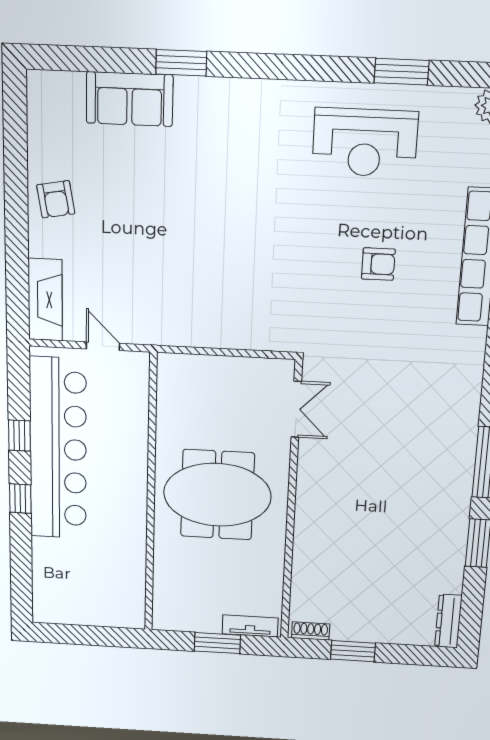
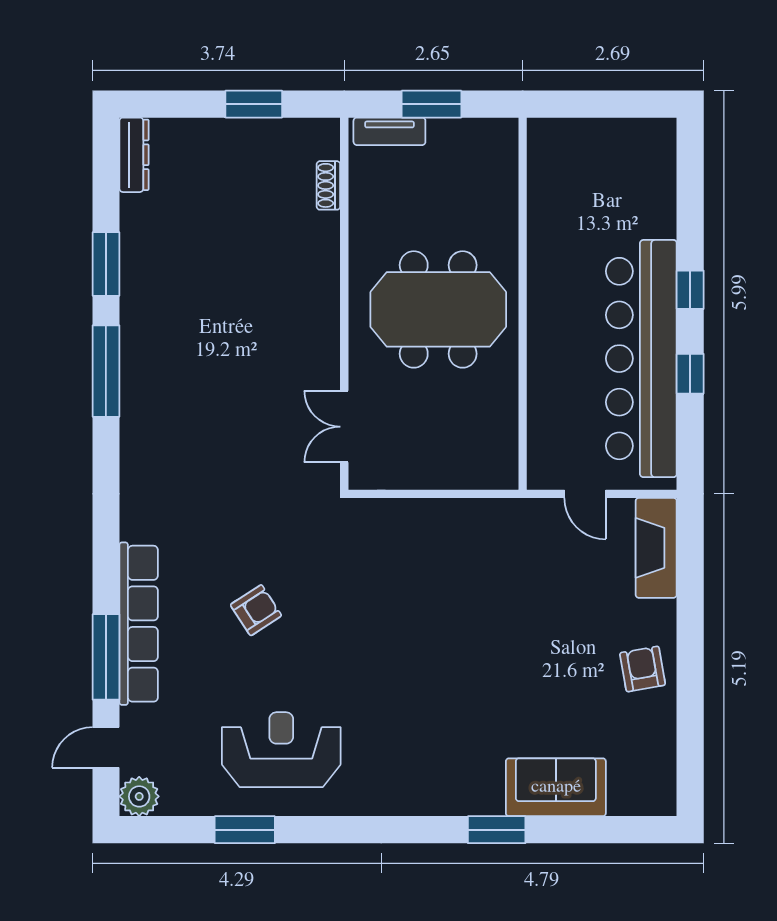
armchair: (378, 264) -> (256, 610), turned 147
shoe rack: (311, 631) -> (328, 185), moved, turned 90

